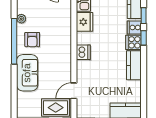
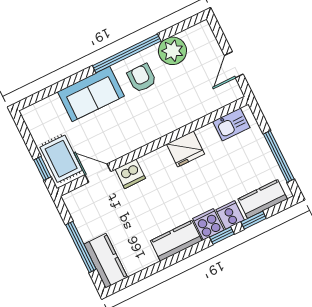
plant: (21, 19) -> (172, 51), width x1.88, depth x1.88
fridge: (85, 22) -> (186, 149), moved
armchair: (32, 40) -> (142, 78), turned 90
dishwasher: (83, 52) -> (130, 174), moved

